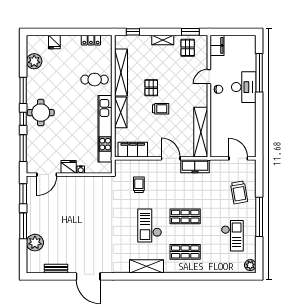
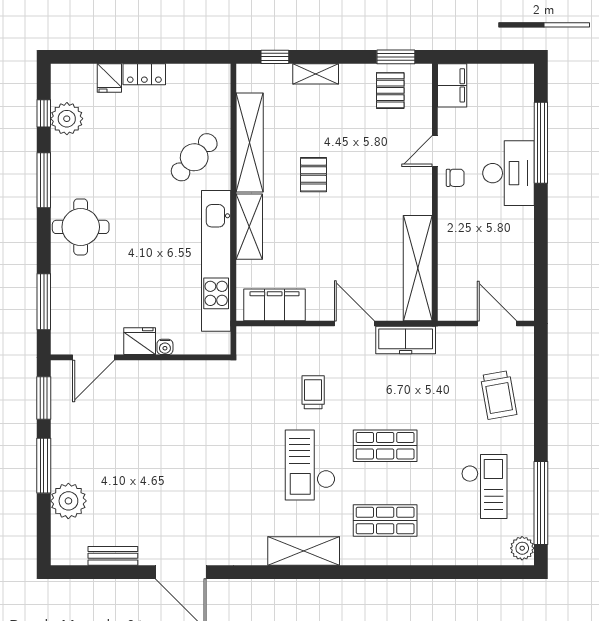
locker: (91, 40) -> (144, 74), moved
shelving: (163, 40) -> (316, 74), moved
cafe table: (95, 80) -> (194, 157), turned -47
trolley: (161, 109) -> (333, 219), removed
window: (23, 119) -> (44, 113), moved
trolley: (139, 185) -> (313, 392), moved
window: (259, 217) -> (541, 503), moved

